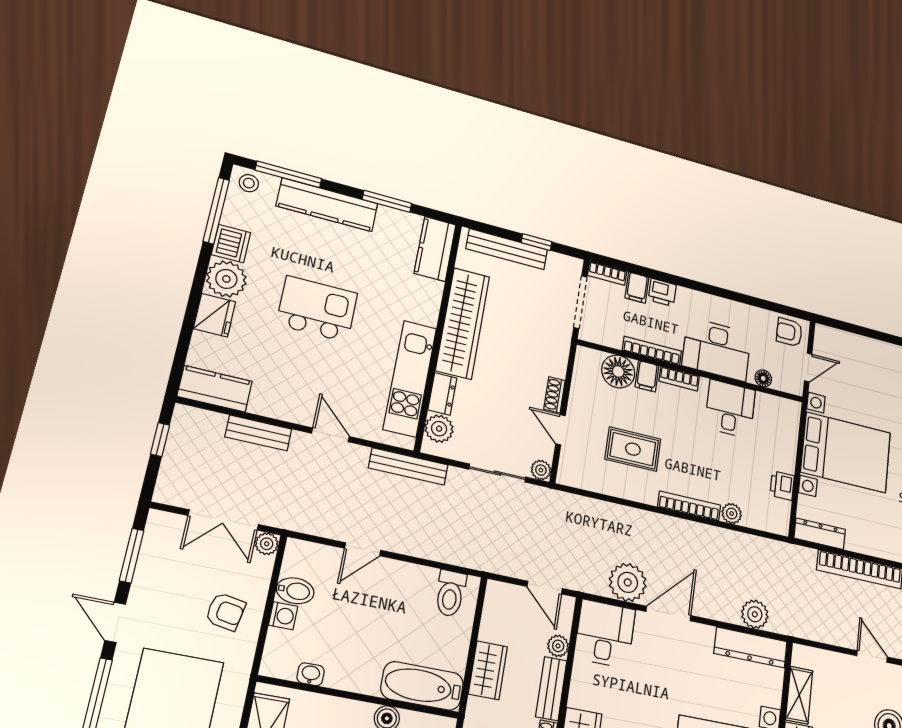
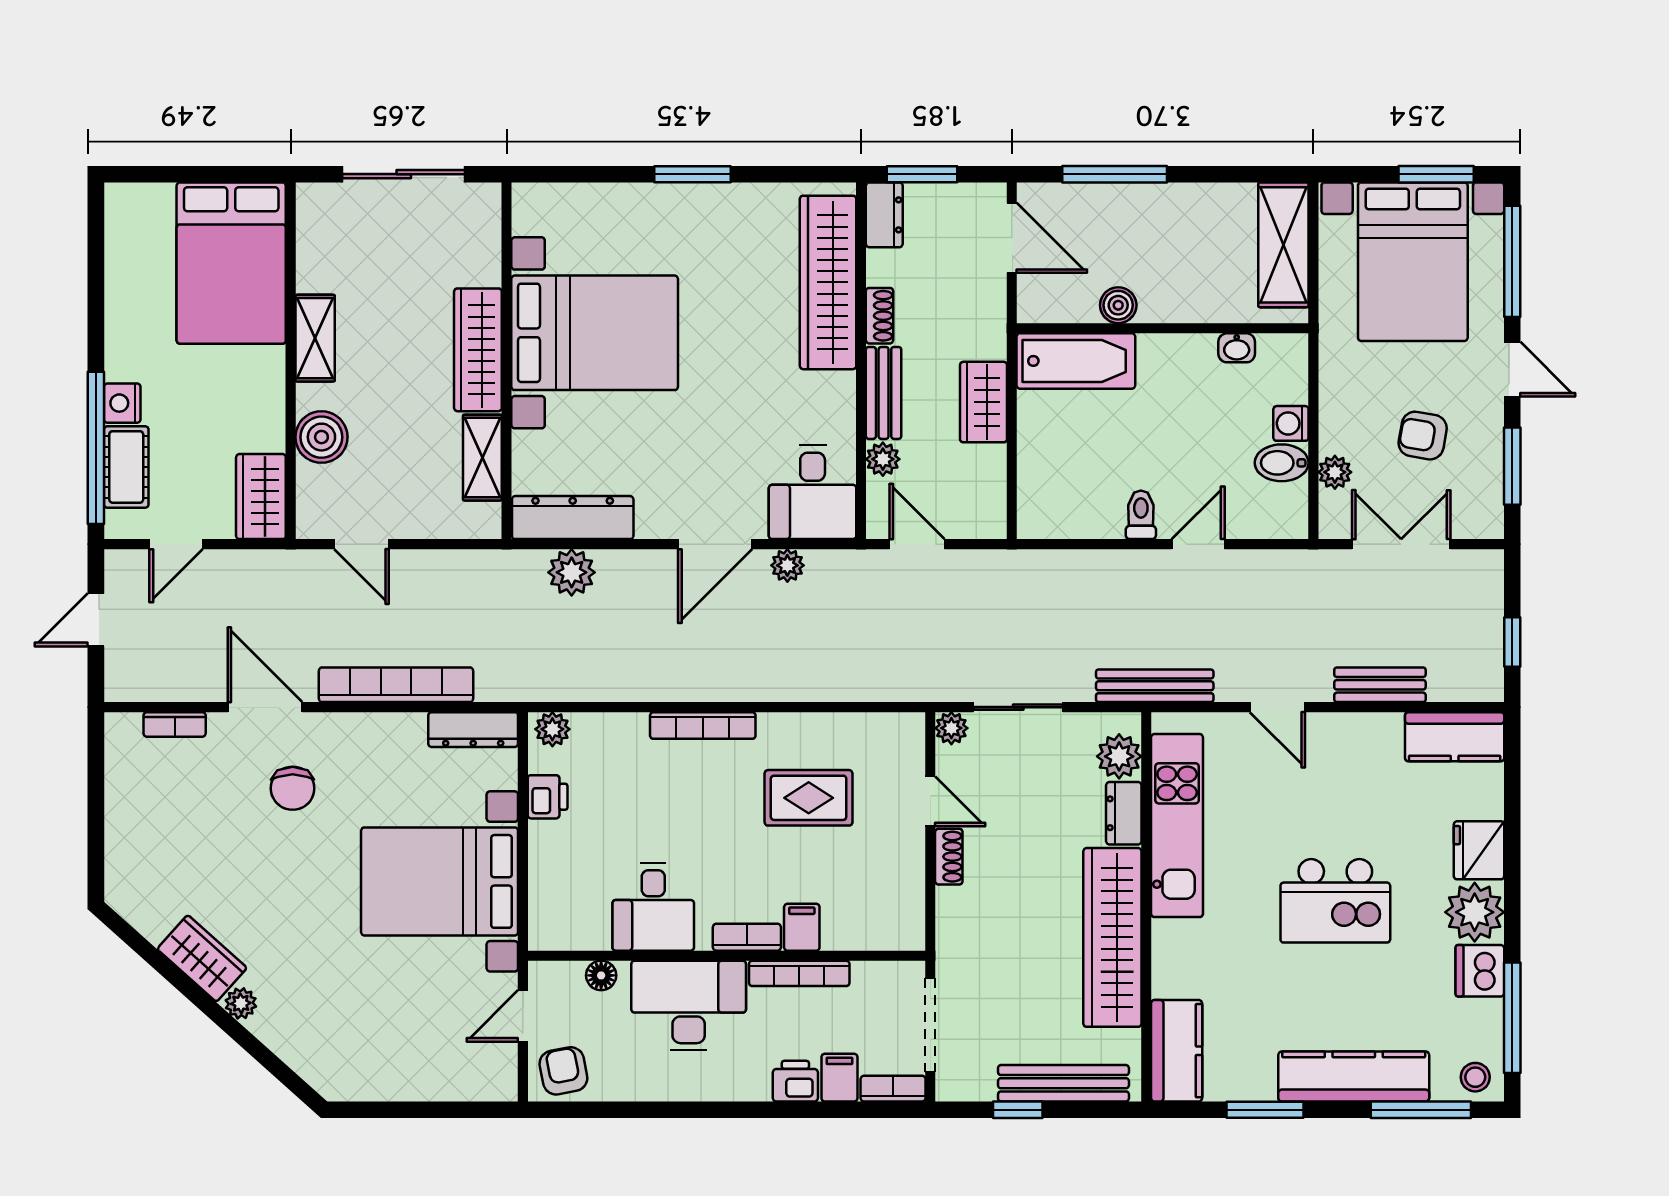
armchair: (789, 332) -> (563, 1071), turned -101
floor lamp: (618, 371) -> (851, 923), removed
plant: (732, 514) -> (552, 729), moved
plant: (267, 544) -> (1335, 472), moved
plant: (628, 582) -> (787, 565), width x0.53, depth x0.53
toilet: (450, 593) -> (1141, 515), moved, width x0.73, depth x0.72
armchair: (225, 612) -> (1423, 436), moved

